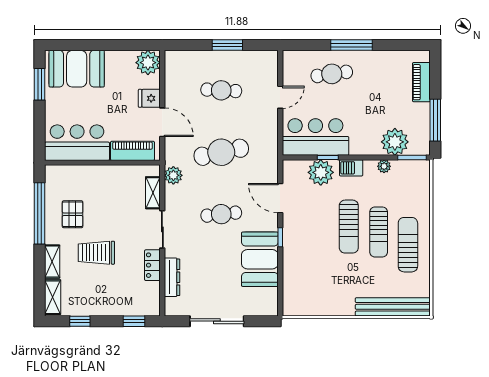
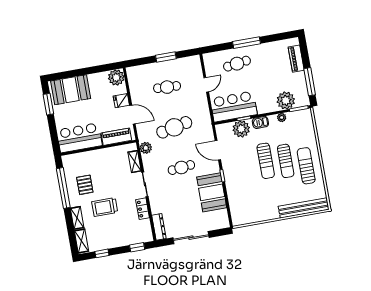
dresser: (172, 277) -> (159, 227), moved

